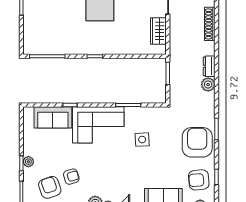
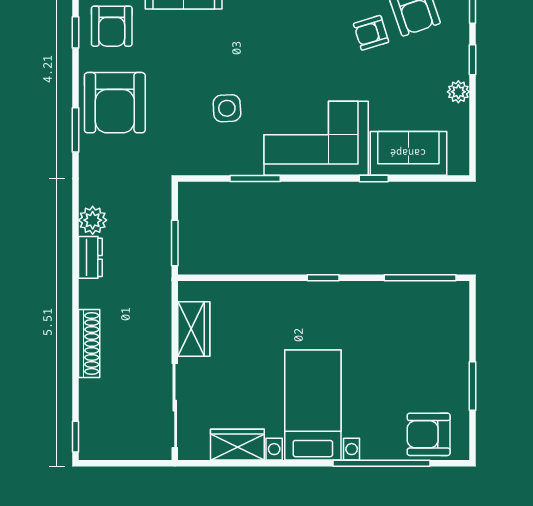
plant: (28, 162) -> (458, 92), moved
armchair: (199, 180) -> (112, 26), turned 95

